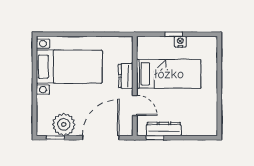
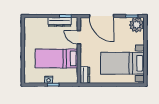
dresser: (126, 76) -> (85, 75), moved
plant: (64, 124) -> (137, 25), moved
door: (101, 138) -> (102, 16), hinge flipped

